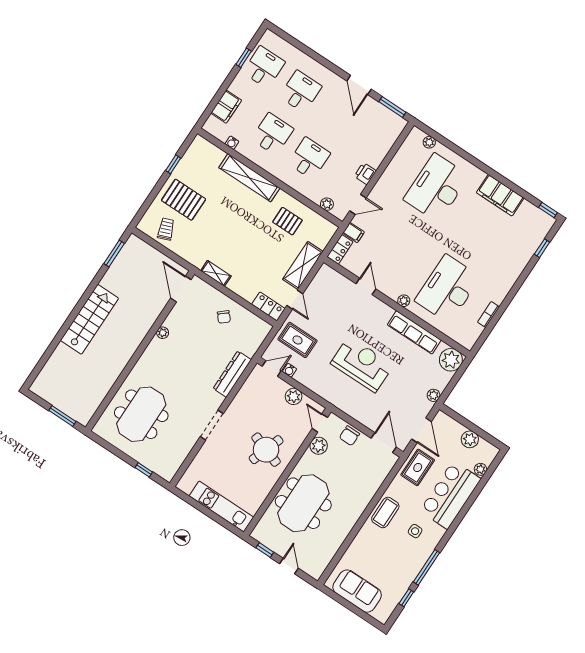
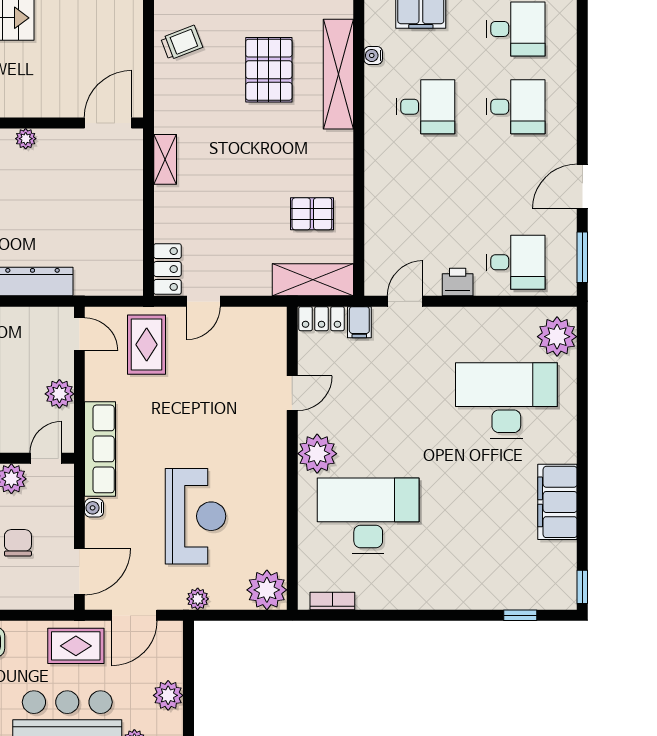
plant: (429, 142) -> (557, 337), width x1.88, depth x1.88
desk: (309, 158) -> (516, 262), moved
shelving: (249, 178) -> (338, 74), moved
pallet: (184, 200) -> (269, 70), moved
plant: (327, 204) -> (375, 255), removed
door: (358, 204) -> (405, 301), swing flipped
pallet: (287, 221) -> (312, 214), turned 90
shelving: (303, 265) -> (313, 280), moved
plant: (404, 301) -> (317, 454), width x1.87, depth x1.87
bookcase: (488, 314) -> (332, 601), moved
chair: (224, 317) -> (109, 213), removed
row of seats: (414, 332) -> (100, 449), moved, turned 180
reception desk: (362, 364) -> (196, 516), moved
water cooler: (289, 370) -> (94, 508), moved
chair: (349, 436) -> (18, 543), moved, turned 90

